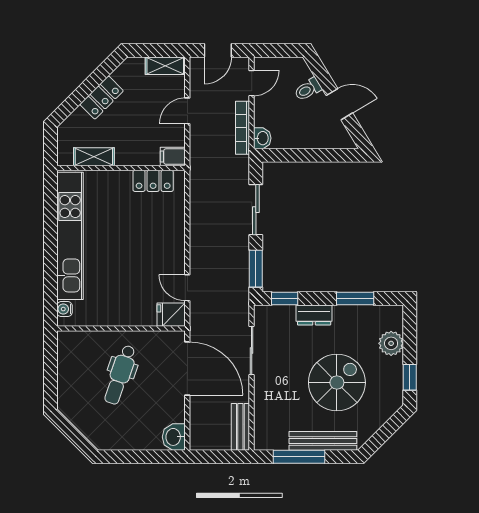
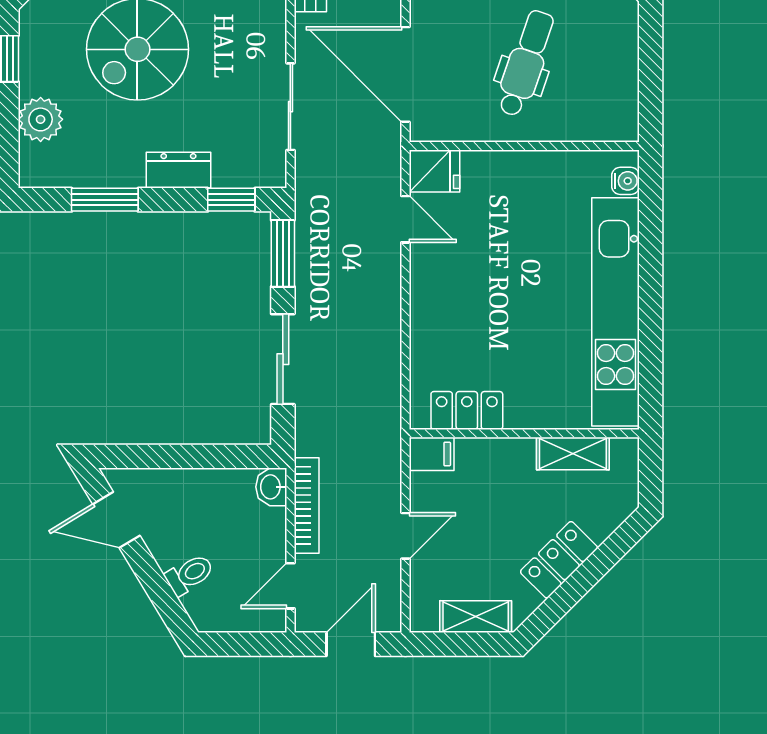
shelving: (165, 66) -> (476, 617), moved
door: (339, 104) -> (116, 520), moved

